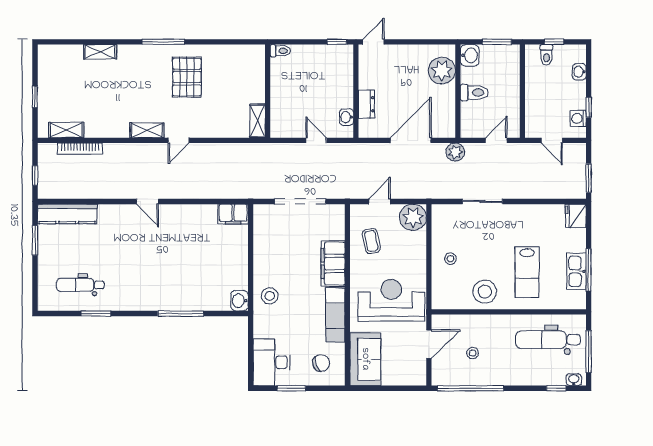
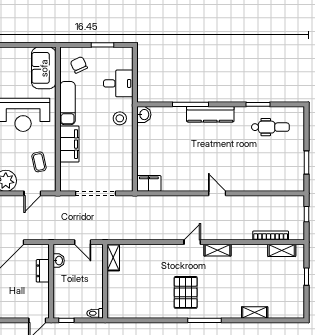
toilet: (280, 51) -> (95, 313), moved
wall: (268, 91) -> (105, 281), moved
shelving: (257, 121) -> (113, 258), moved
kitchen counter: (67, 214) -> (210, 114), moved, turned 180
desk: (272, 362) -> (118, 83), moved, width x0.73
chair: (321, 363) -> (79, 65), turned 87

